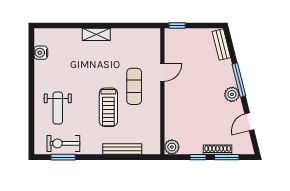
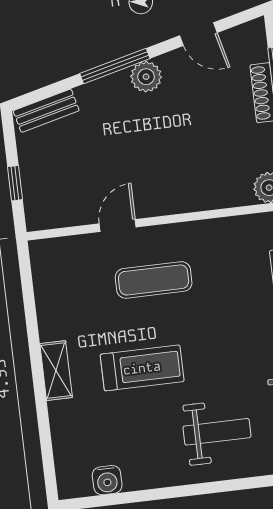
window: (177, 25) -> (15, 183), moved
door: (162, 72) -> (118, 225), hinge flipped
treadmill: (108, 107) -> (142, 368), moved

